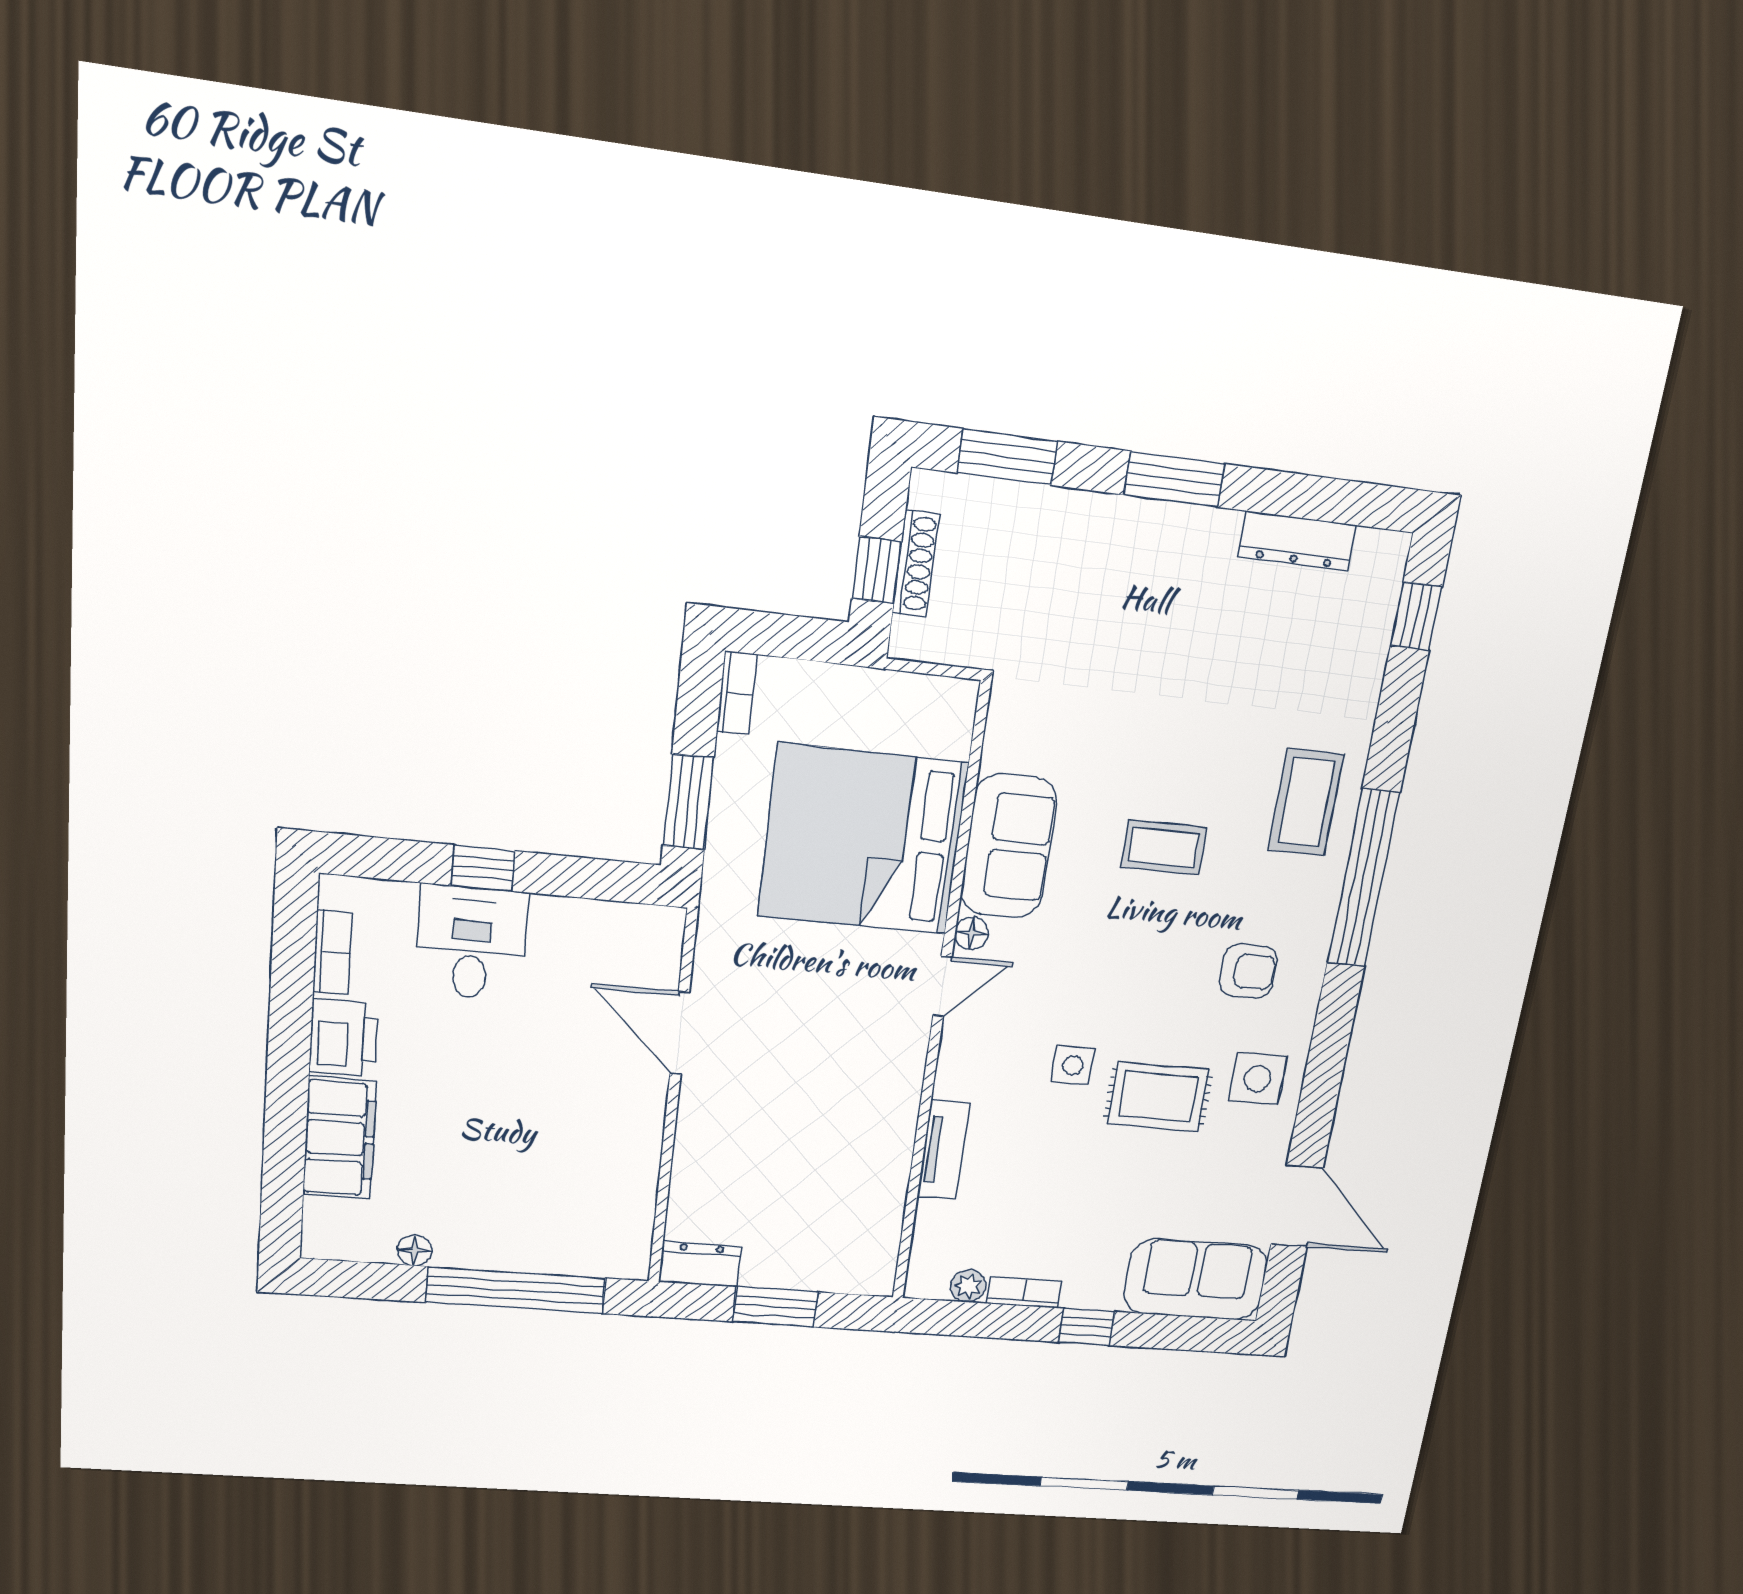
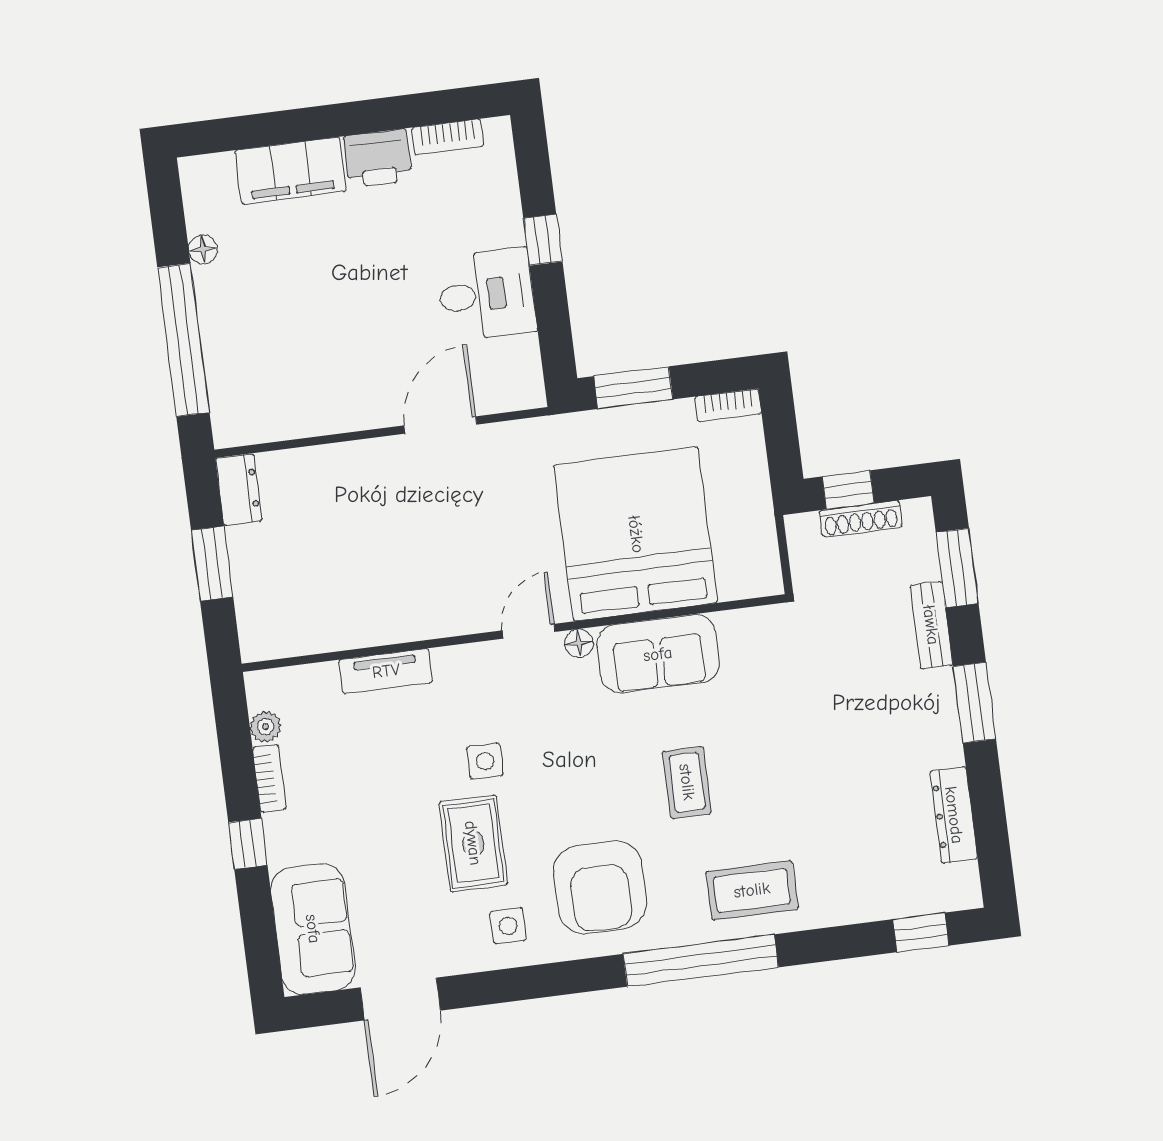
bench: (1067, 509) -> (931, 625), added
desk: (471, 943) -> (486, 294), moved
armchair: (1248, 971) -> (600, 887), width x1.88, depth x1.88
door: (942, 986) -> (529, 631), swing flipped
side table: (1258, 1079) -> (508, 926), width x0.73, depth x0.73

